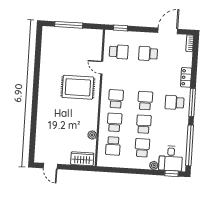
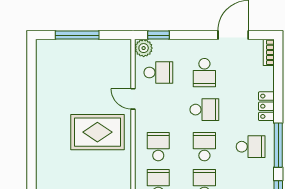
plant: (110, 36) -> (144, 48), added
school desk: (148, 54) -> (204, 73), turned -90
school desk: (147, 77) -> (204, 110), added
school desk: (174, 102) -> (251, 147), turned 180

